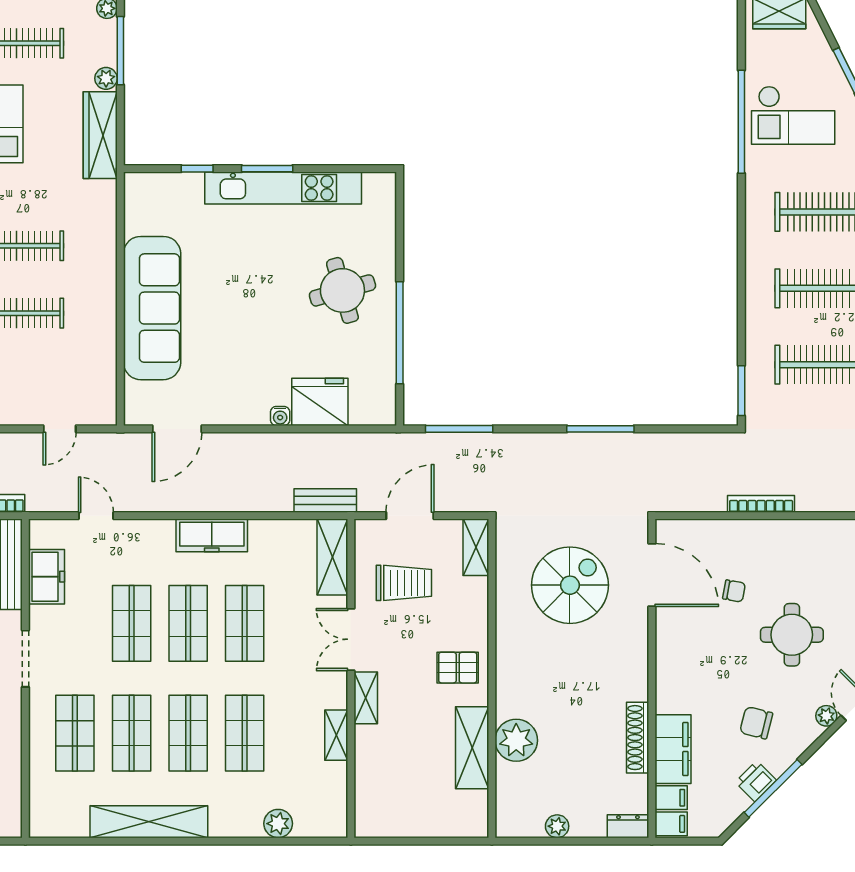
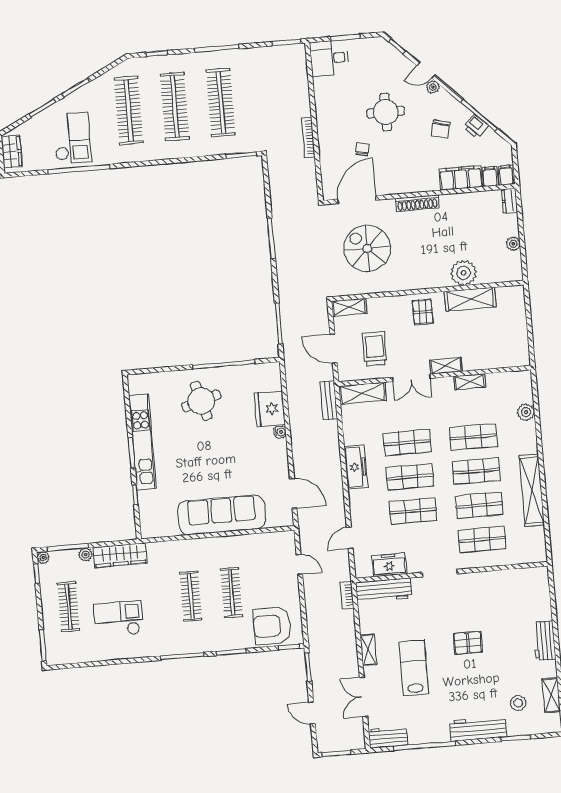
shoe rack: (638, 738) -> (417, 203), moved

